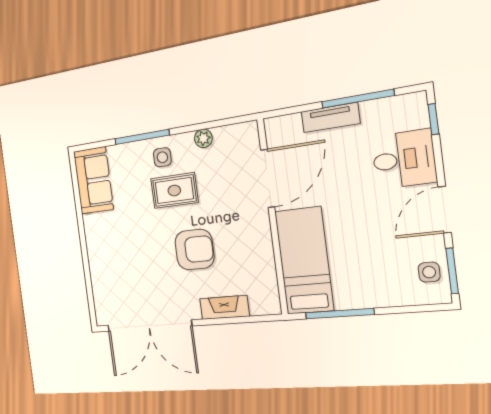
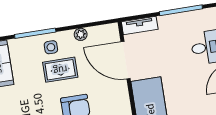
tv unit: (330, 118) -> (140, 25), moved
door: (268, 178) -> (126, 60), swing flipped

